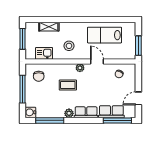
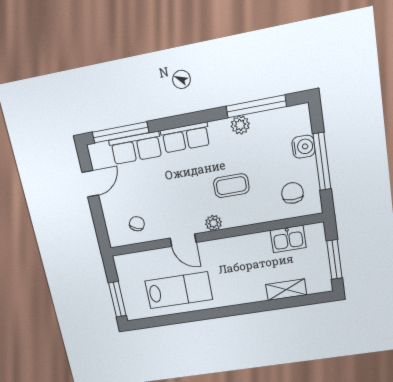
stool: (69, 46) -> (242, 261), removed
window: (138, 46) -> (117, 299), moved
water cooler: (30, 112) -> (303, 147), moved
plant: (69, 113) -> (240, 125), moved

